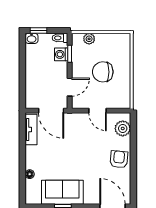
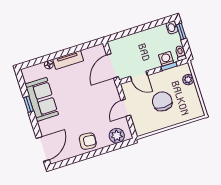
tv unit: (31, 129) -> (68, 60), moved

